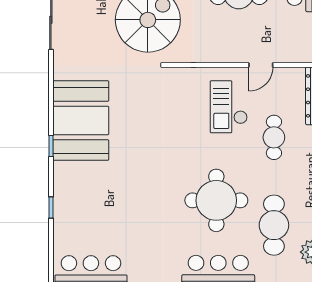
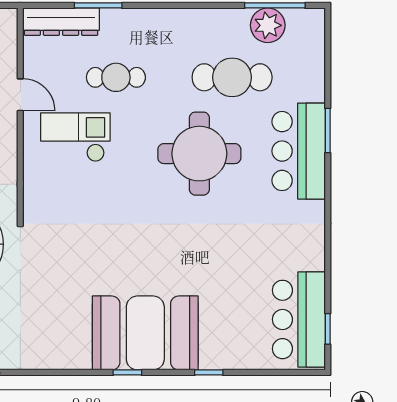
checkout: (229, 107) -> (75, 137), turned 180
booth: (81, 121) -> (145, 333), moved

